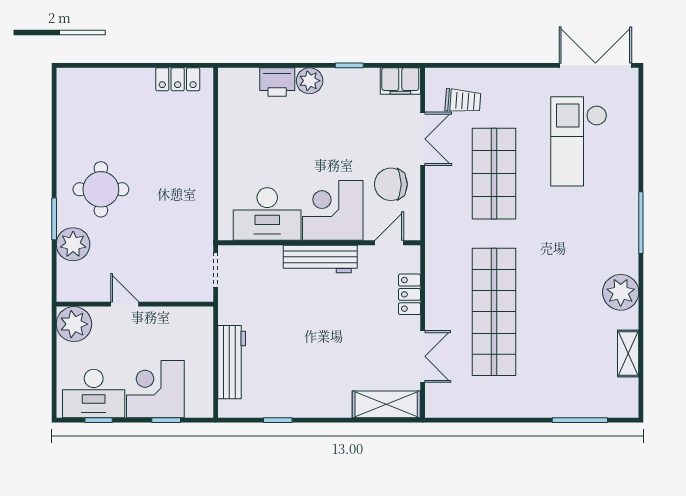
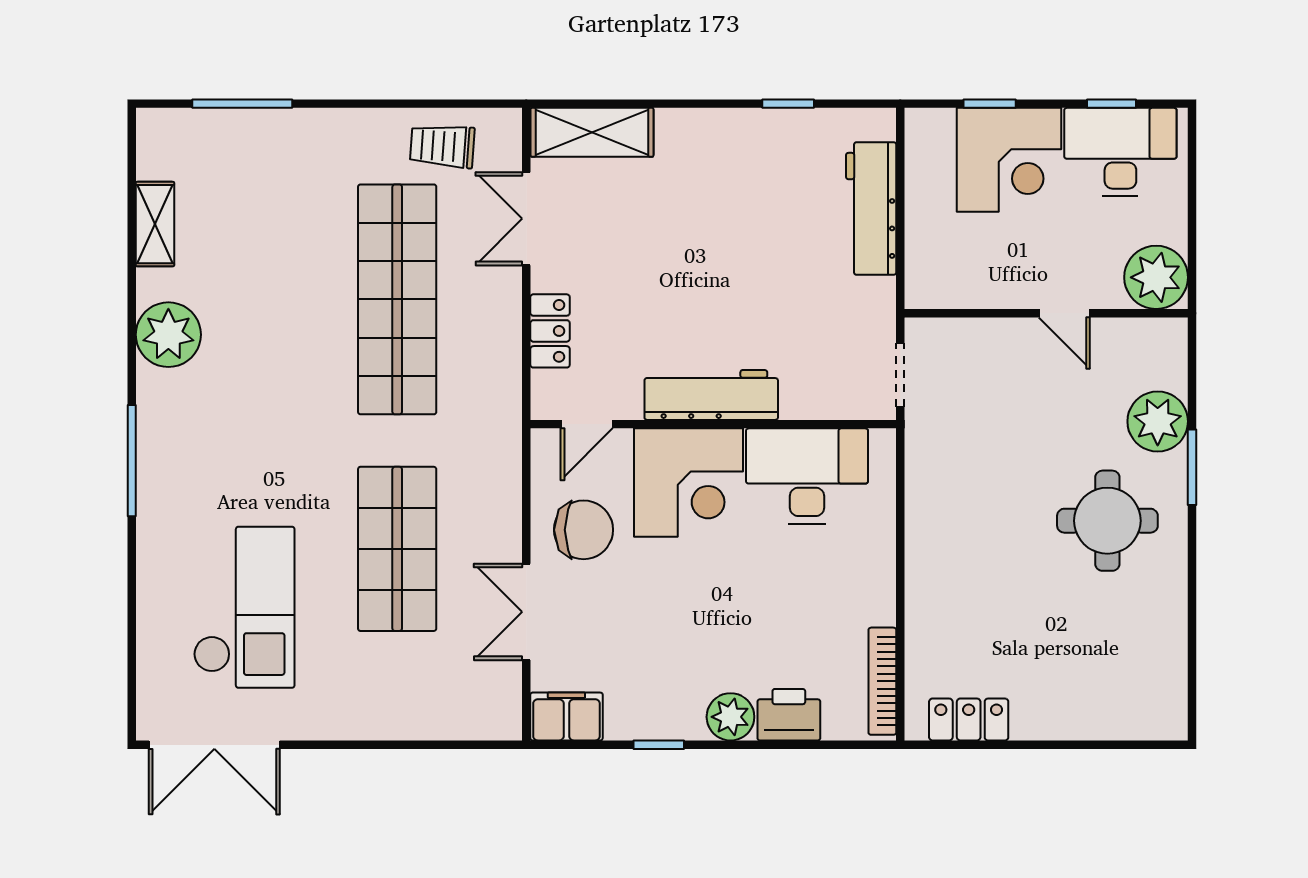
bookcase: (225, 100) -> (882, 681), added
trolley: (463, 101) -> (442, 146), moved

